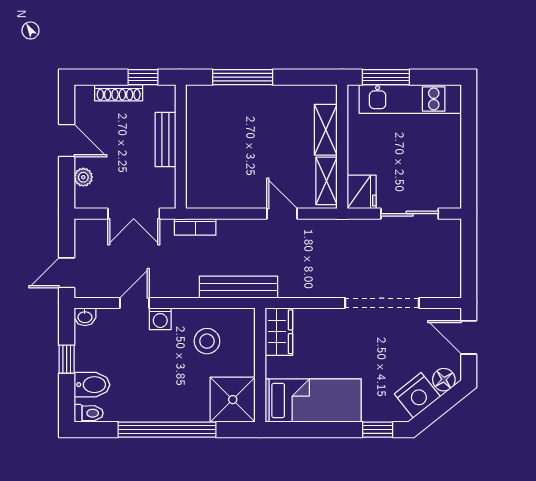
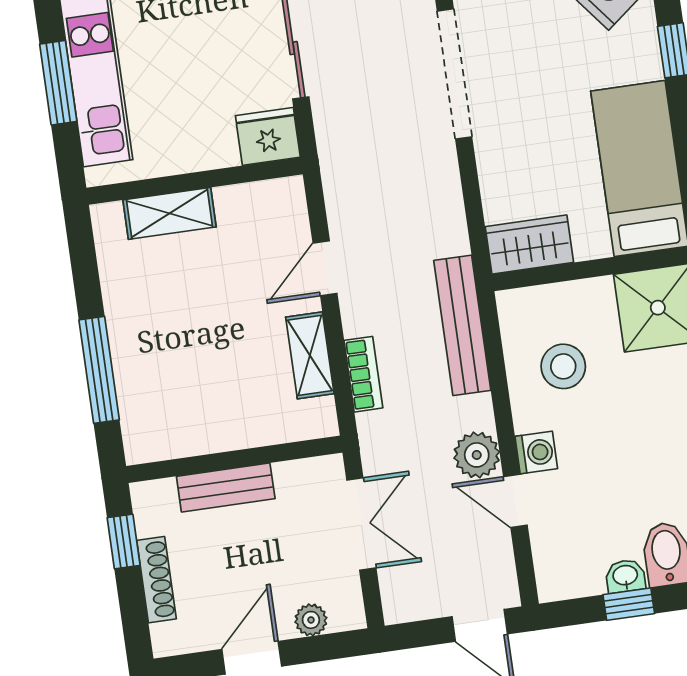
window: (386, 77) -> (58, 83), moved
shelving: (326, 181) -> (310, 355), moved, turned 90
bookcase: (195, 227) -> (363, 374), moved
plant: (164, 285) -> (477, 455), added
washbasin: (85, 317) -> (625, 576), moved, turned -90

